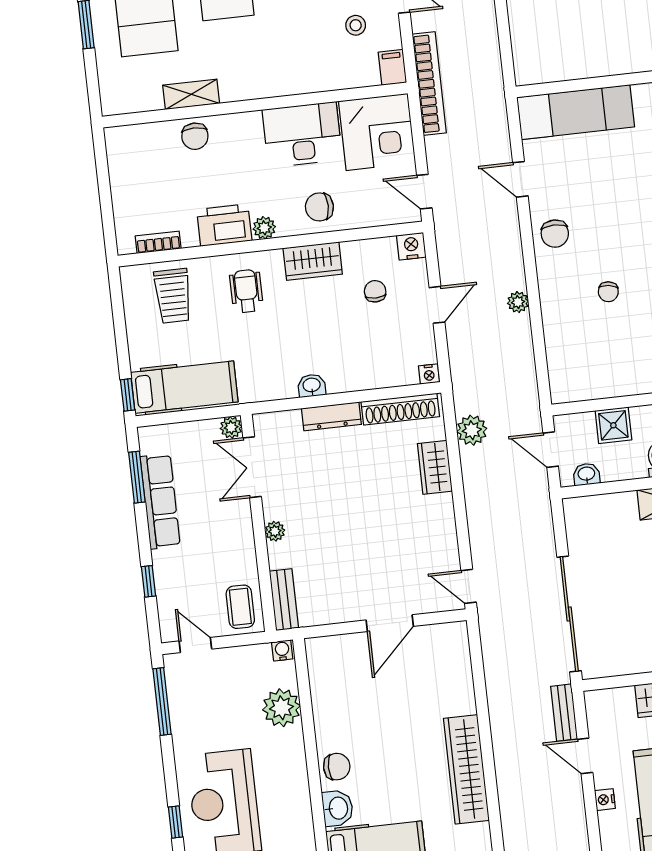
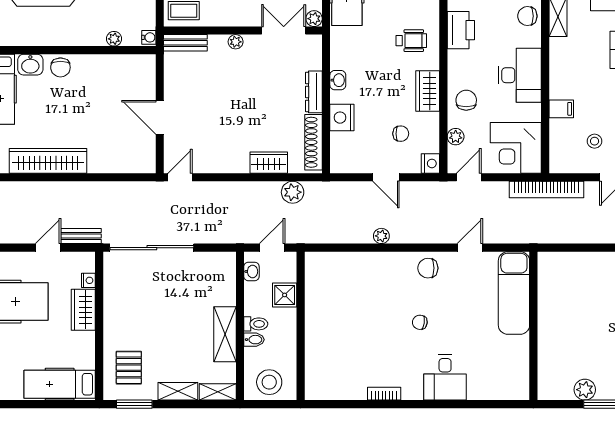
filing cabinet: (392, 67) -> (561, 109), moved
desk: (302, 135) -> (520, 75), moved
plant: (264, 228) -> (456, 137), moved
chair: (608, 292) -> (420, 322), moved
nightstand: (429, 374) -> (342, 118), moved, width x1.89, depth x1.79
plant: (281, 708) -> (114, 39), width x0.53, depth x0.53
nightstand: (605, 800) -> (88, 280), moved, turned 90

